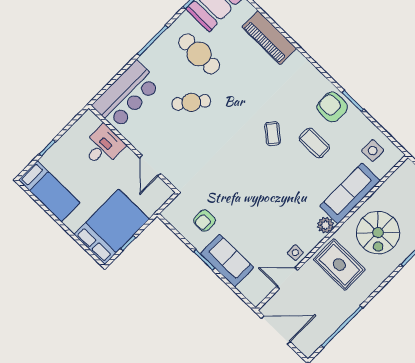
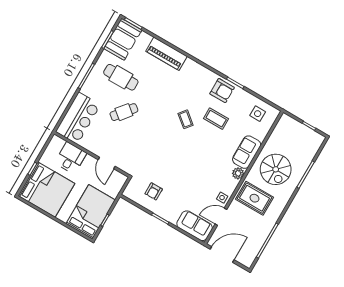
armchair: (332, 107) -> (222, 91), turned 180
bed: (49, 191) -> (46, 190), width x2.04
sofa: (350, 193) -> (247, 152), width x0.73
sofa: (227, 261) -> (195, 226), moved

